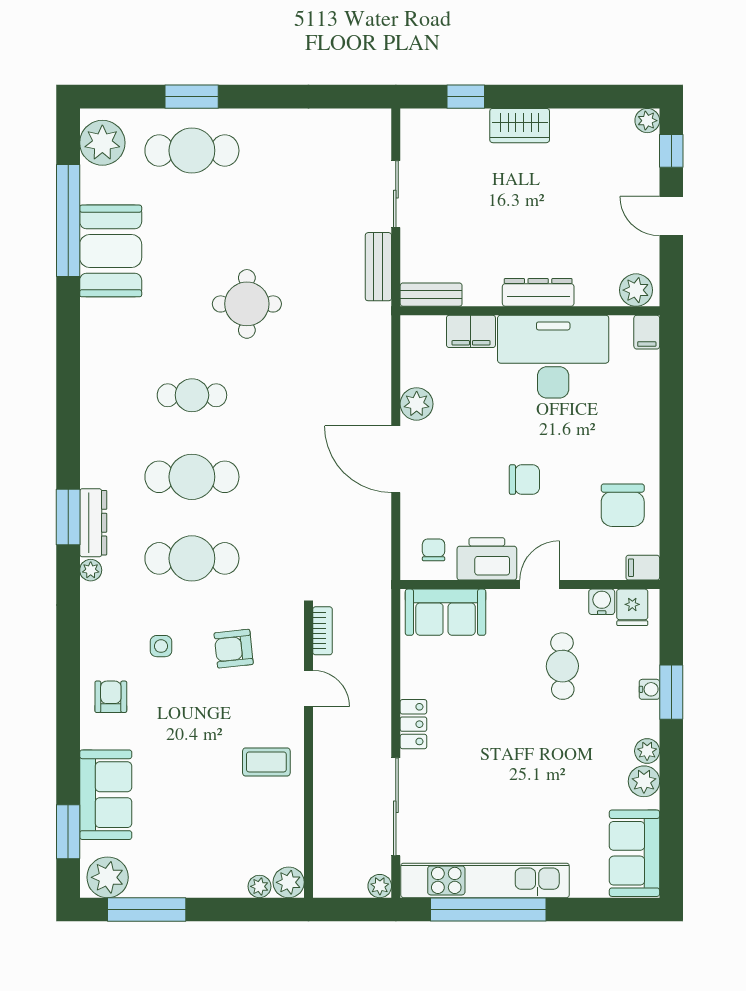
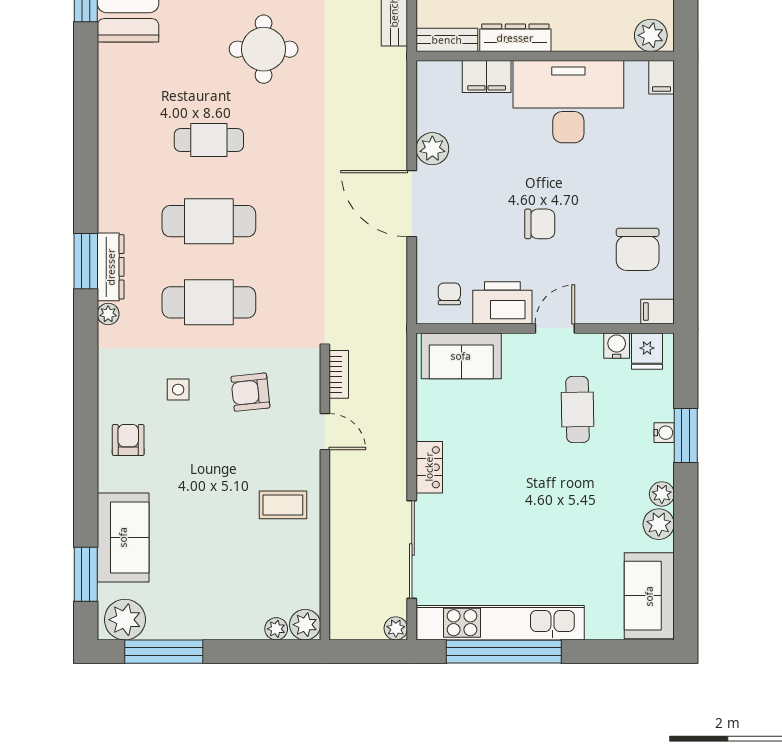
dresser: (538, 292) -> (515, 38), moved

